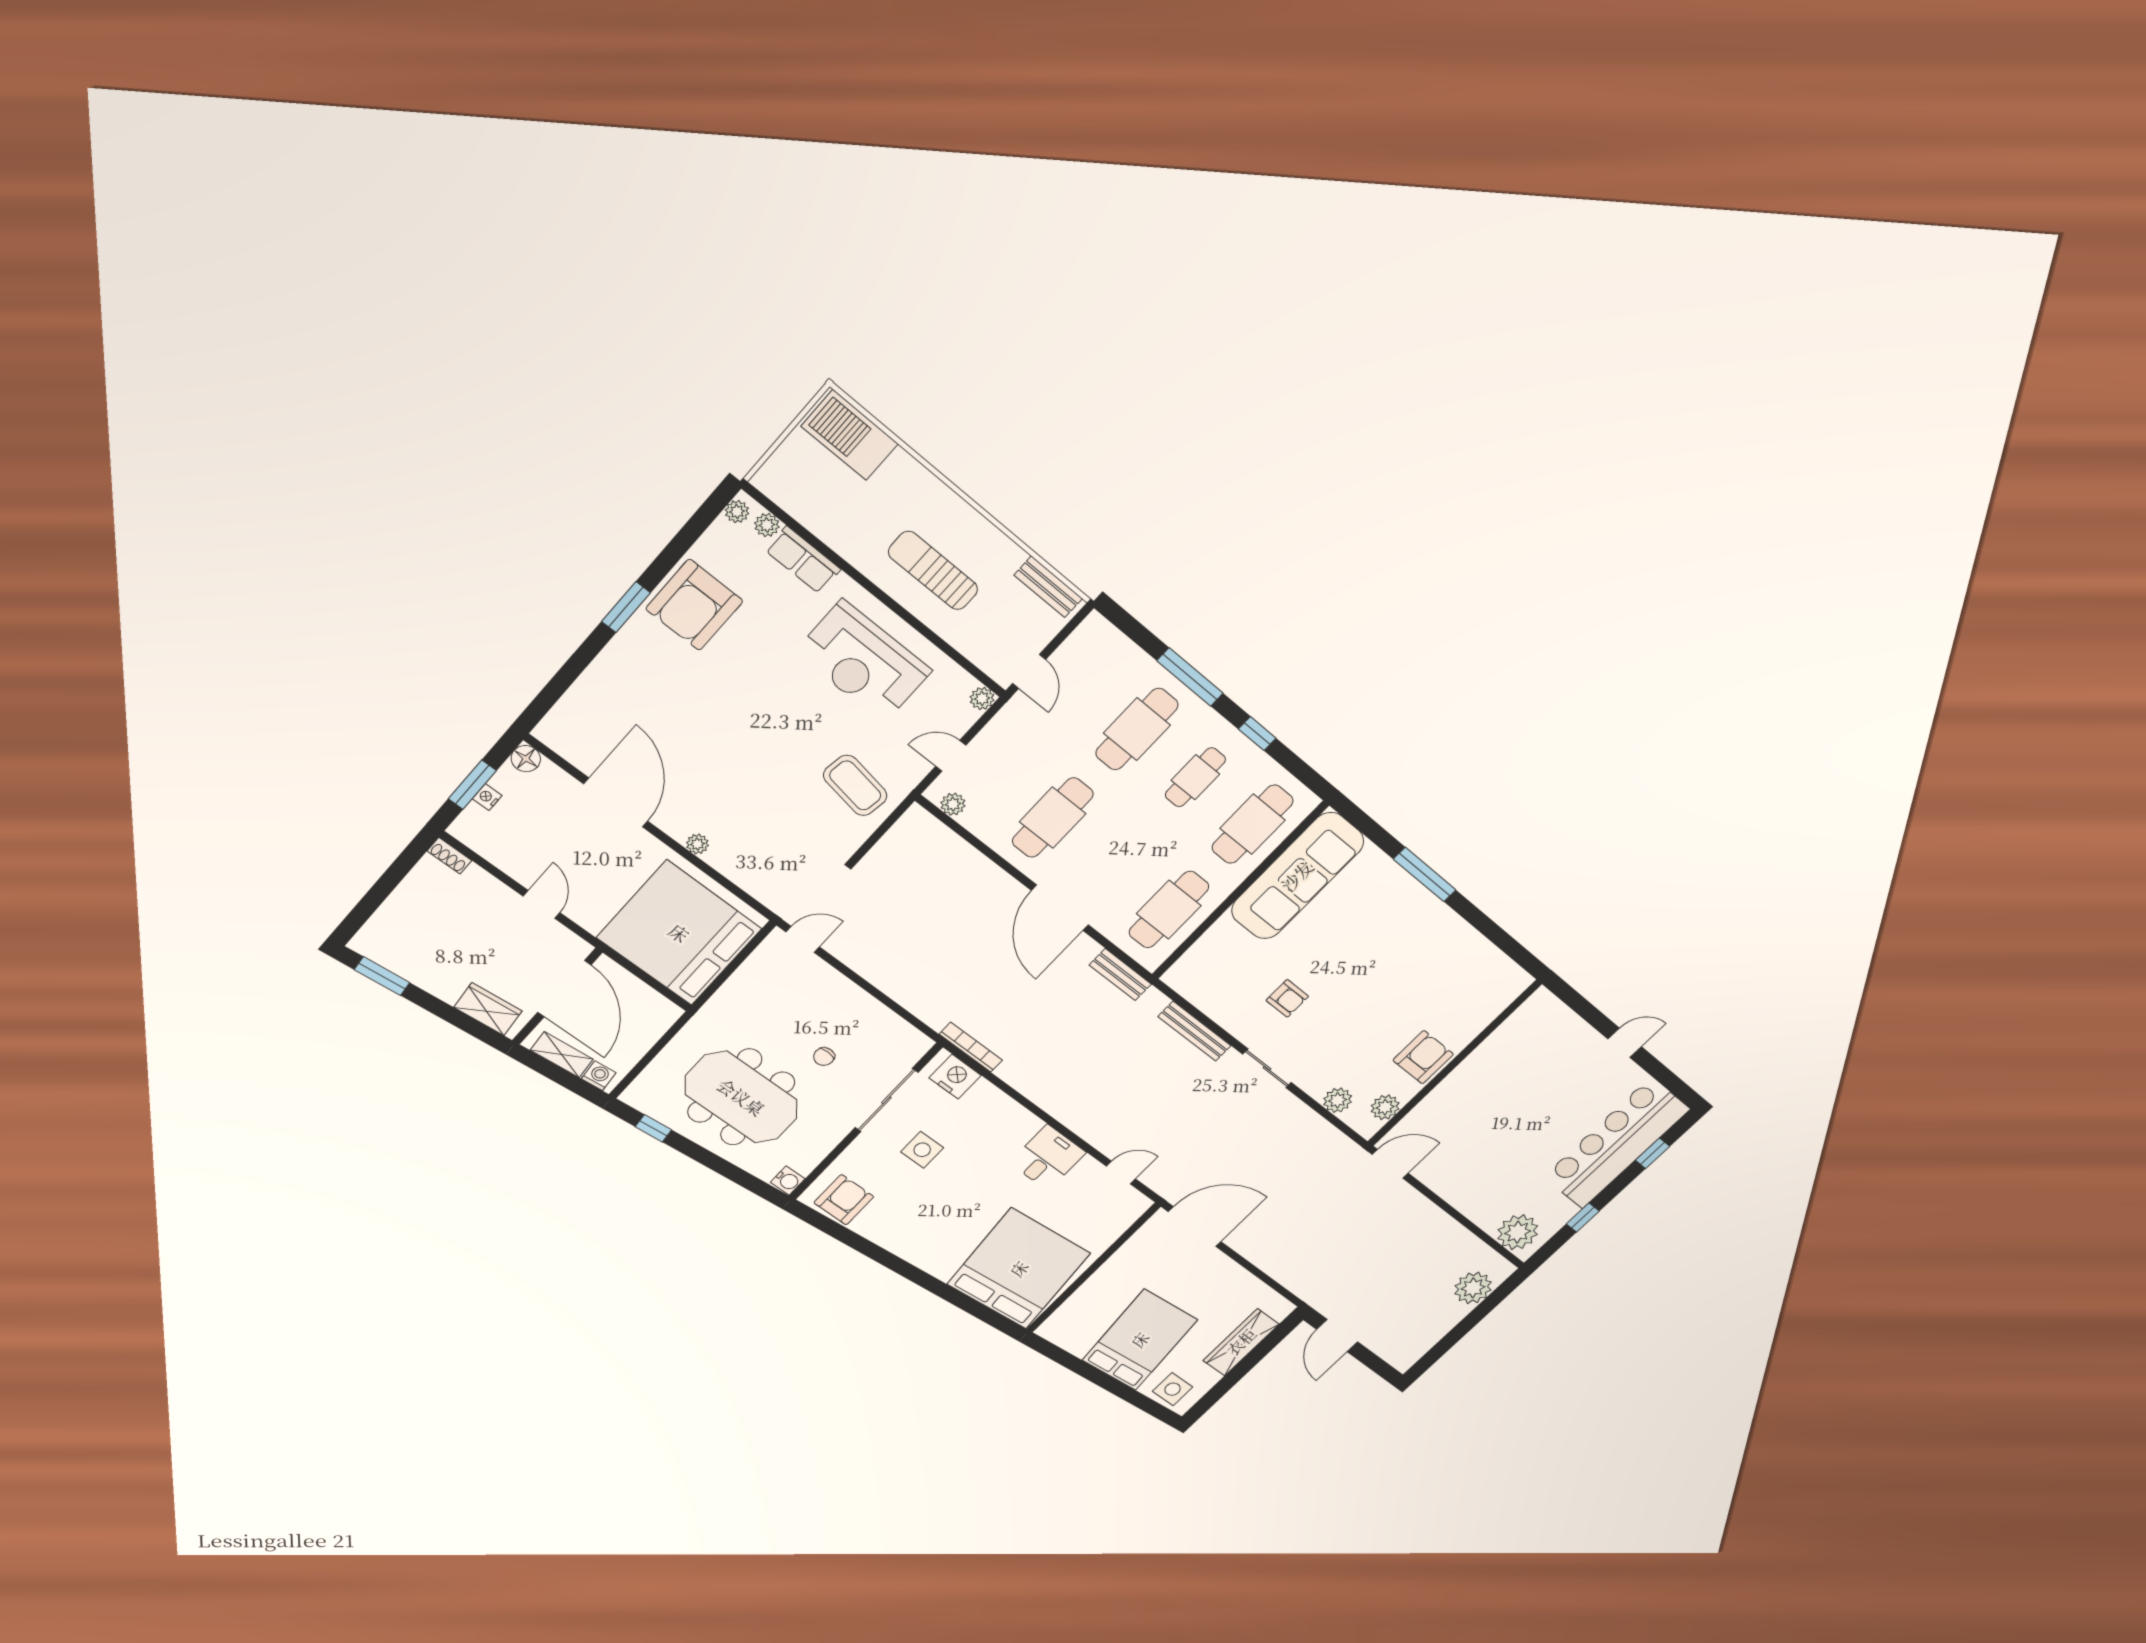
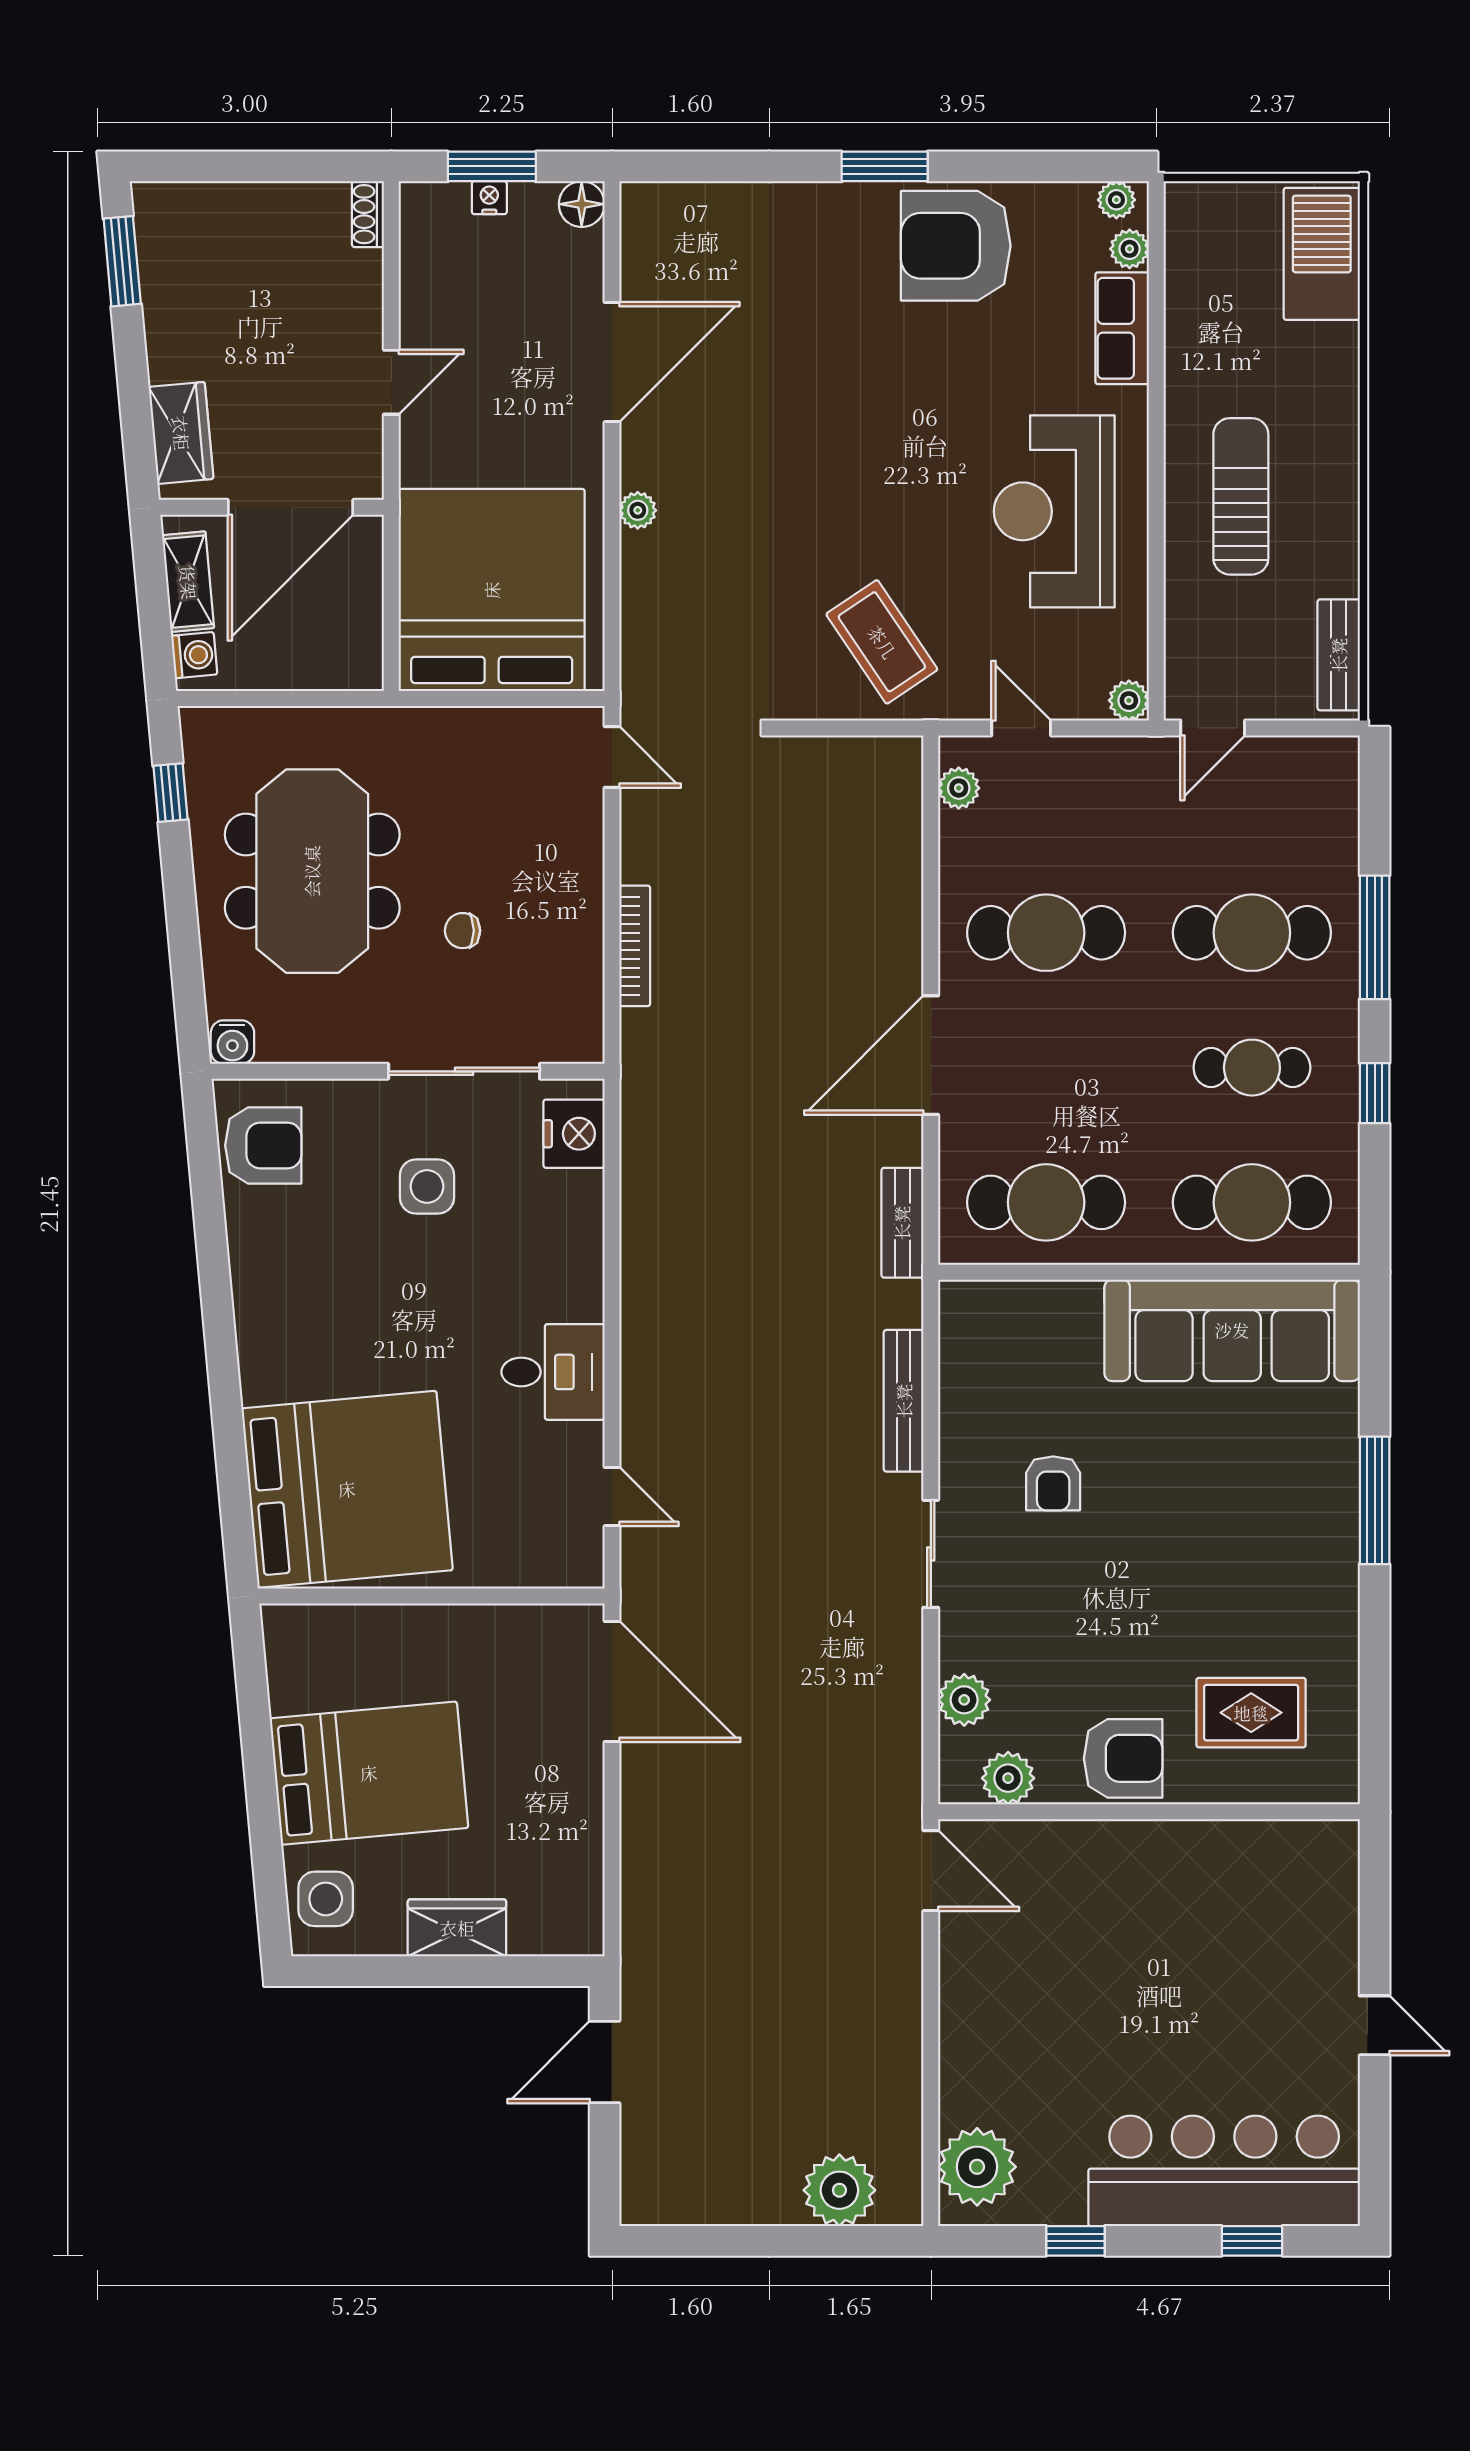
coffee table: (855, 785) -> (882, 642), turned -43
rug: (1457, 993) -> (1251, 1713), added
bookcase: (971, 1047) -> (635, 946), moved
wardrobe: (1241, 1342) -> (457, 1928), width x0.67

